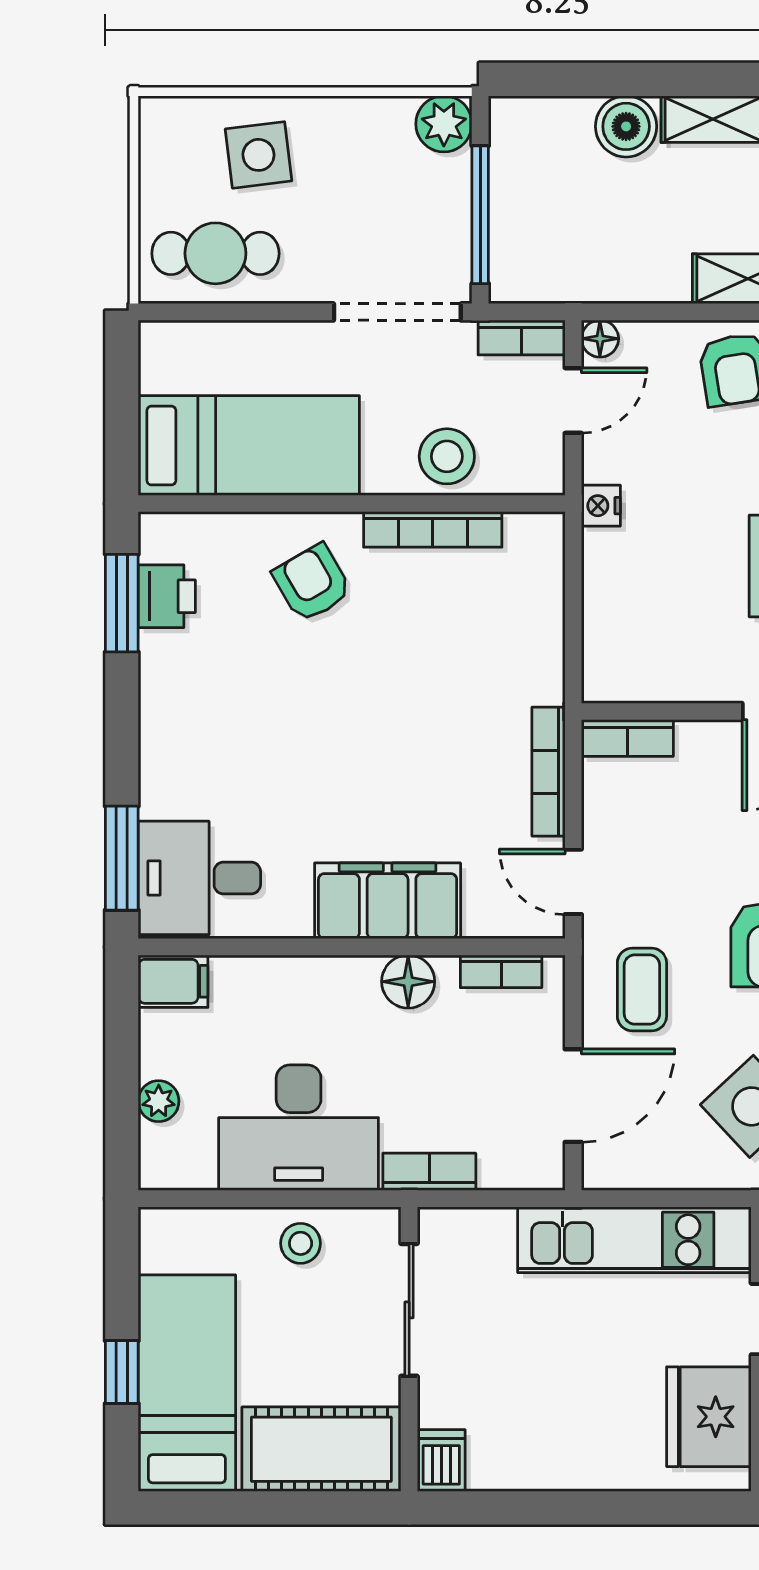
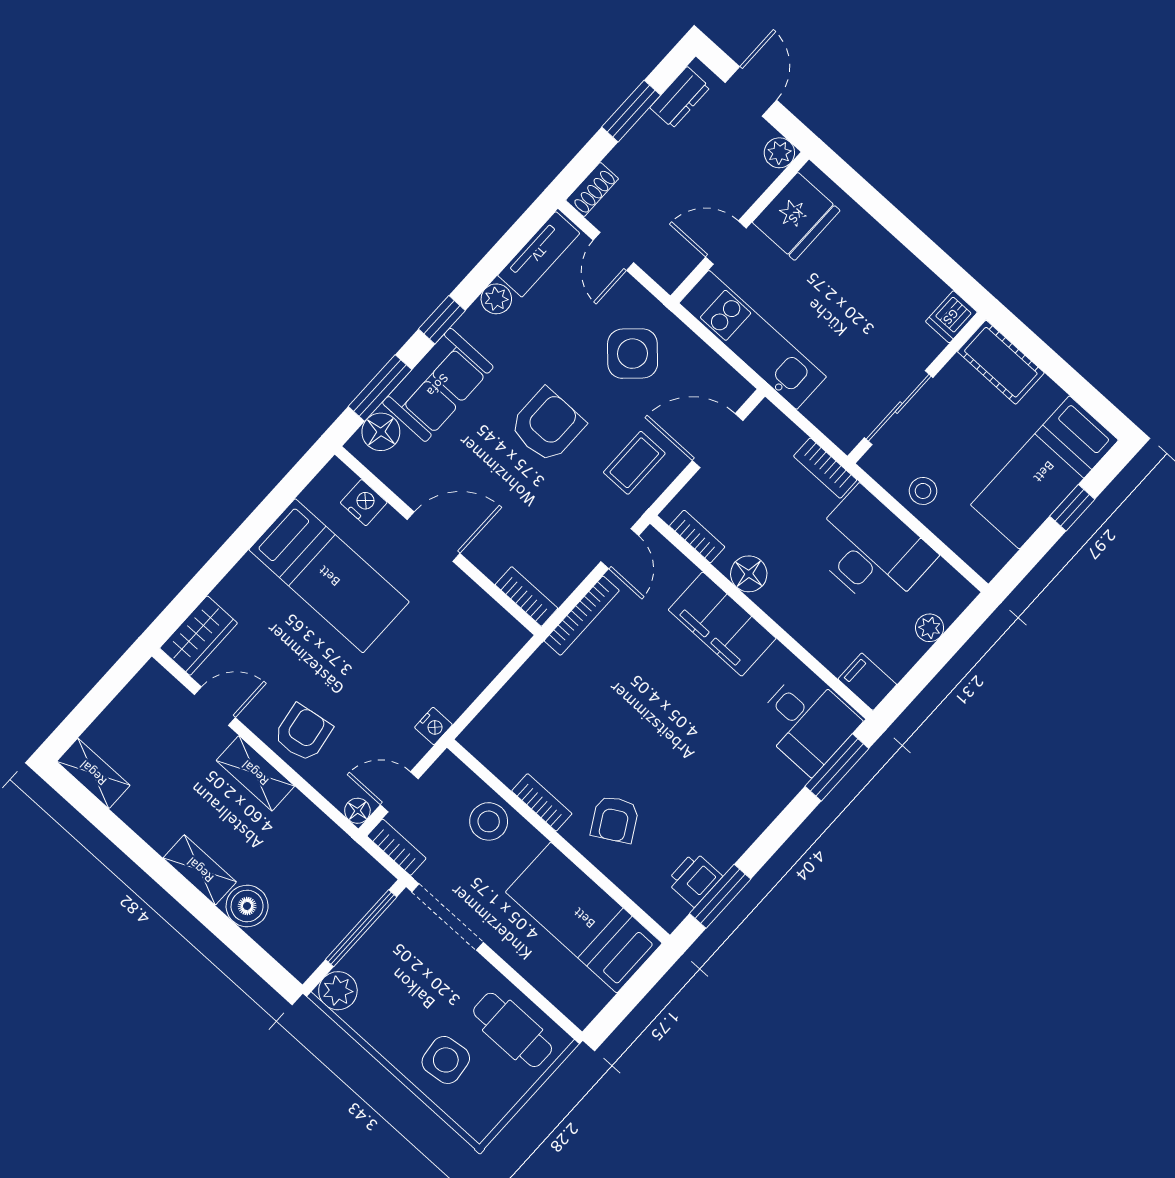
bookcase: (433, 529) -> (542, 802), width x0.64
cot: (321, 1449) -> (1001, 362), width x0.73, depth x0.75

